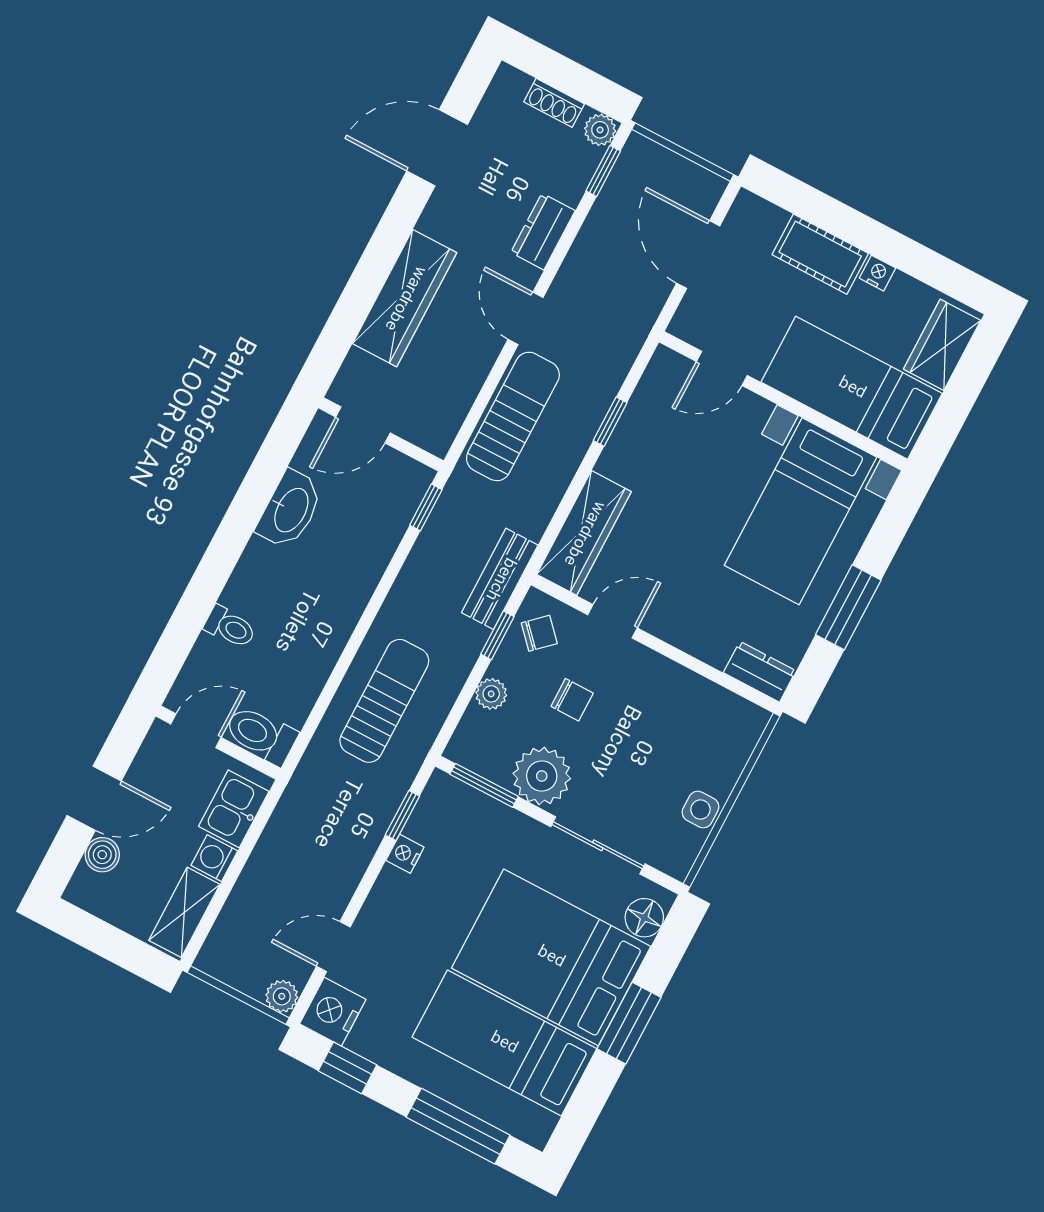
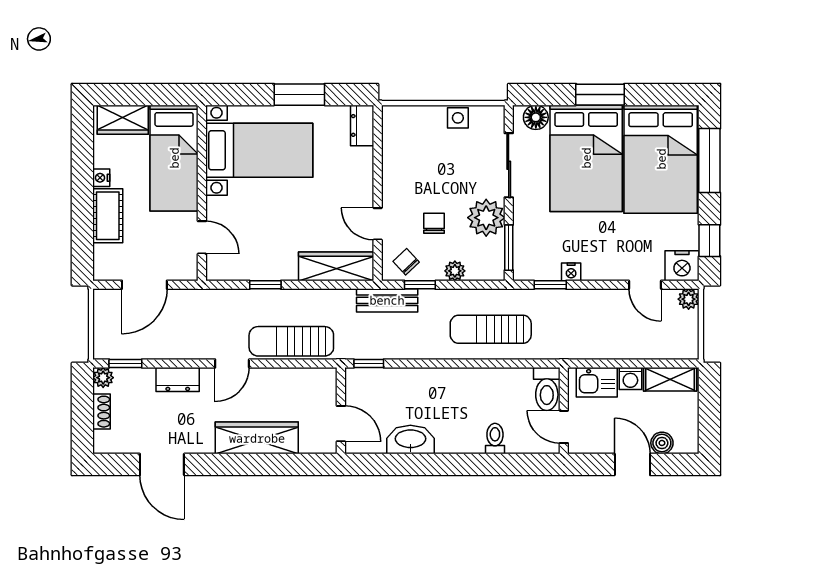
bed: (504, 1043) -> (661, 159), width x1.50

